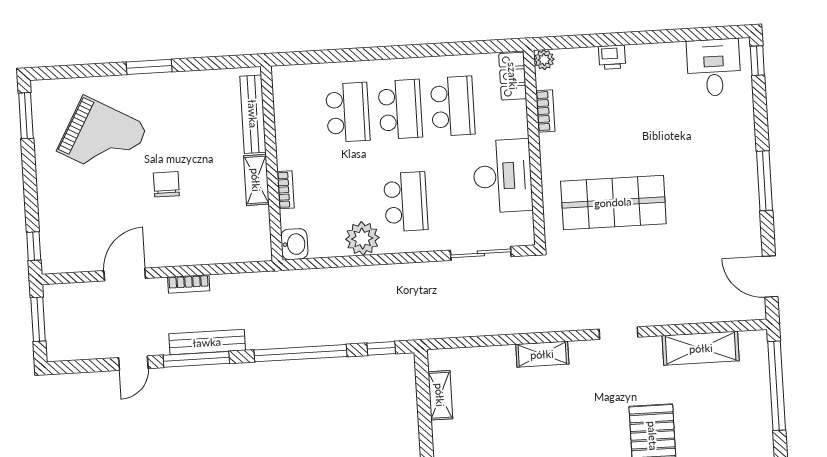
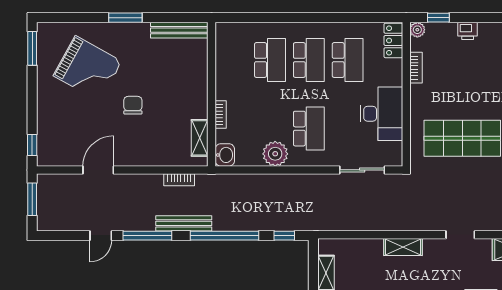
window: (572, 42) -> (438, 18), added
bench: (253, 114) -> (179, 30), moved, turned 90
shelving: (256, 180) -> (200, 138), moved
bookcase: (189, 284) -> (179, 180), moved
bench: (207, 342) -> (184, 223), moved

